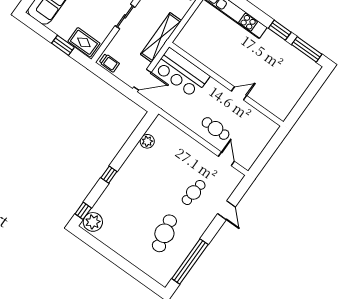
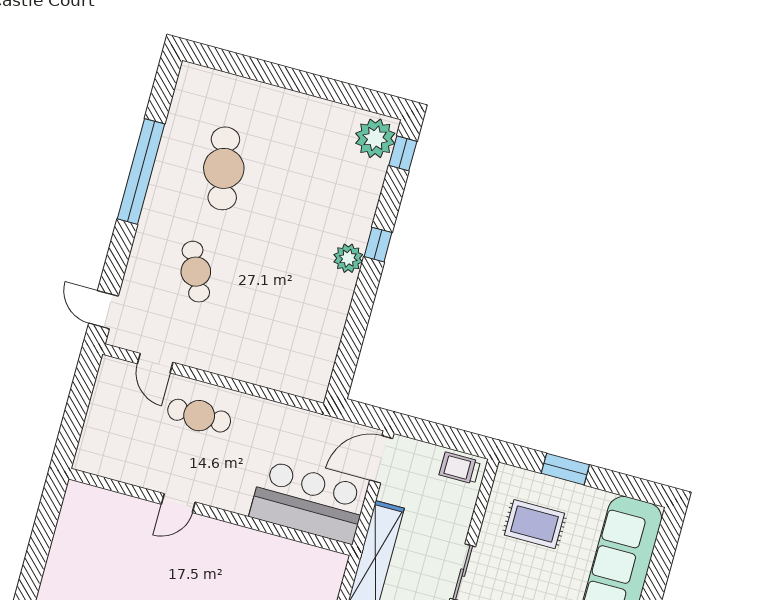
rug: (84, 42) -> (534, 524), moved
plant: (147, 141) -> (348, 258), moved
cafe table: (194, 192) -> (196, 272), turned -30
door: (226, 210) -> (103, 310), moved
window: (190, 262) -> (141, 171), moved

